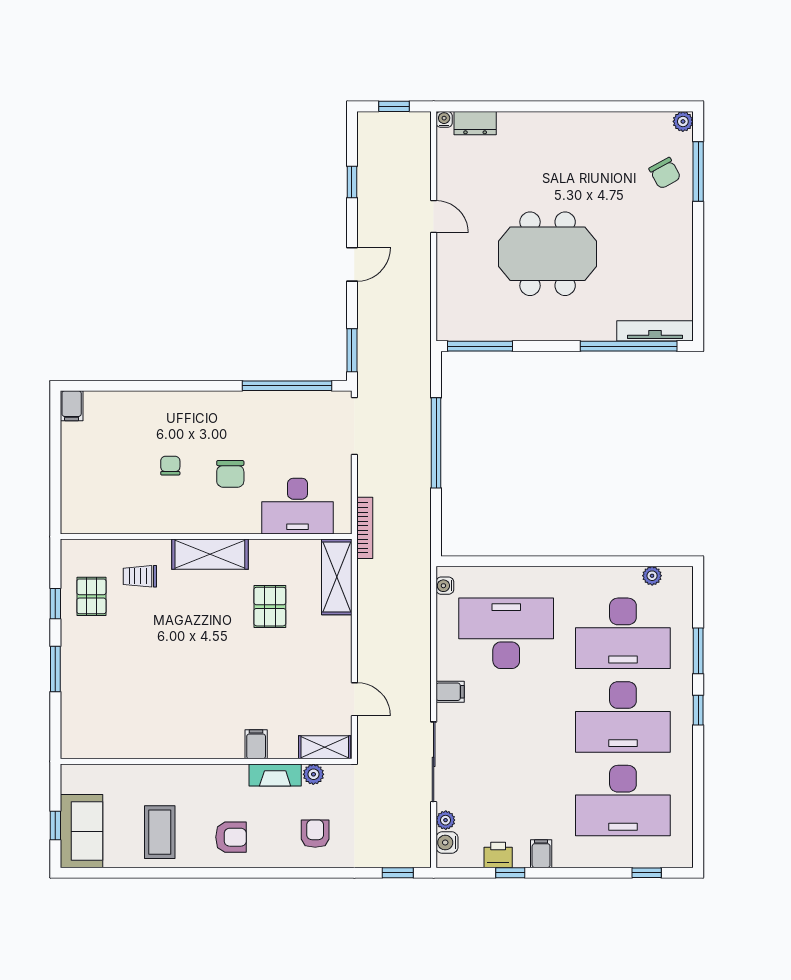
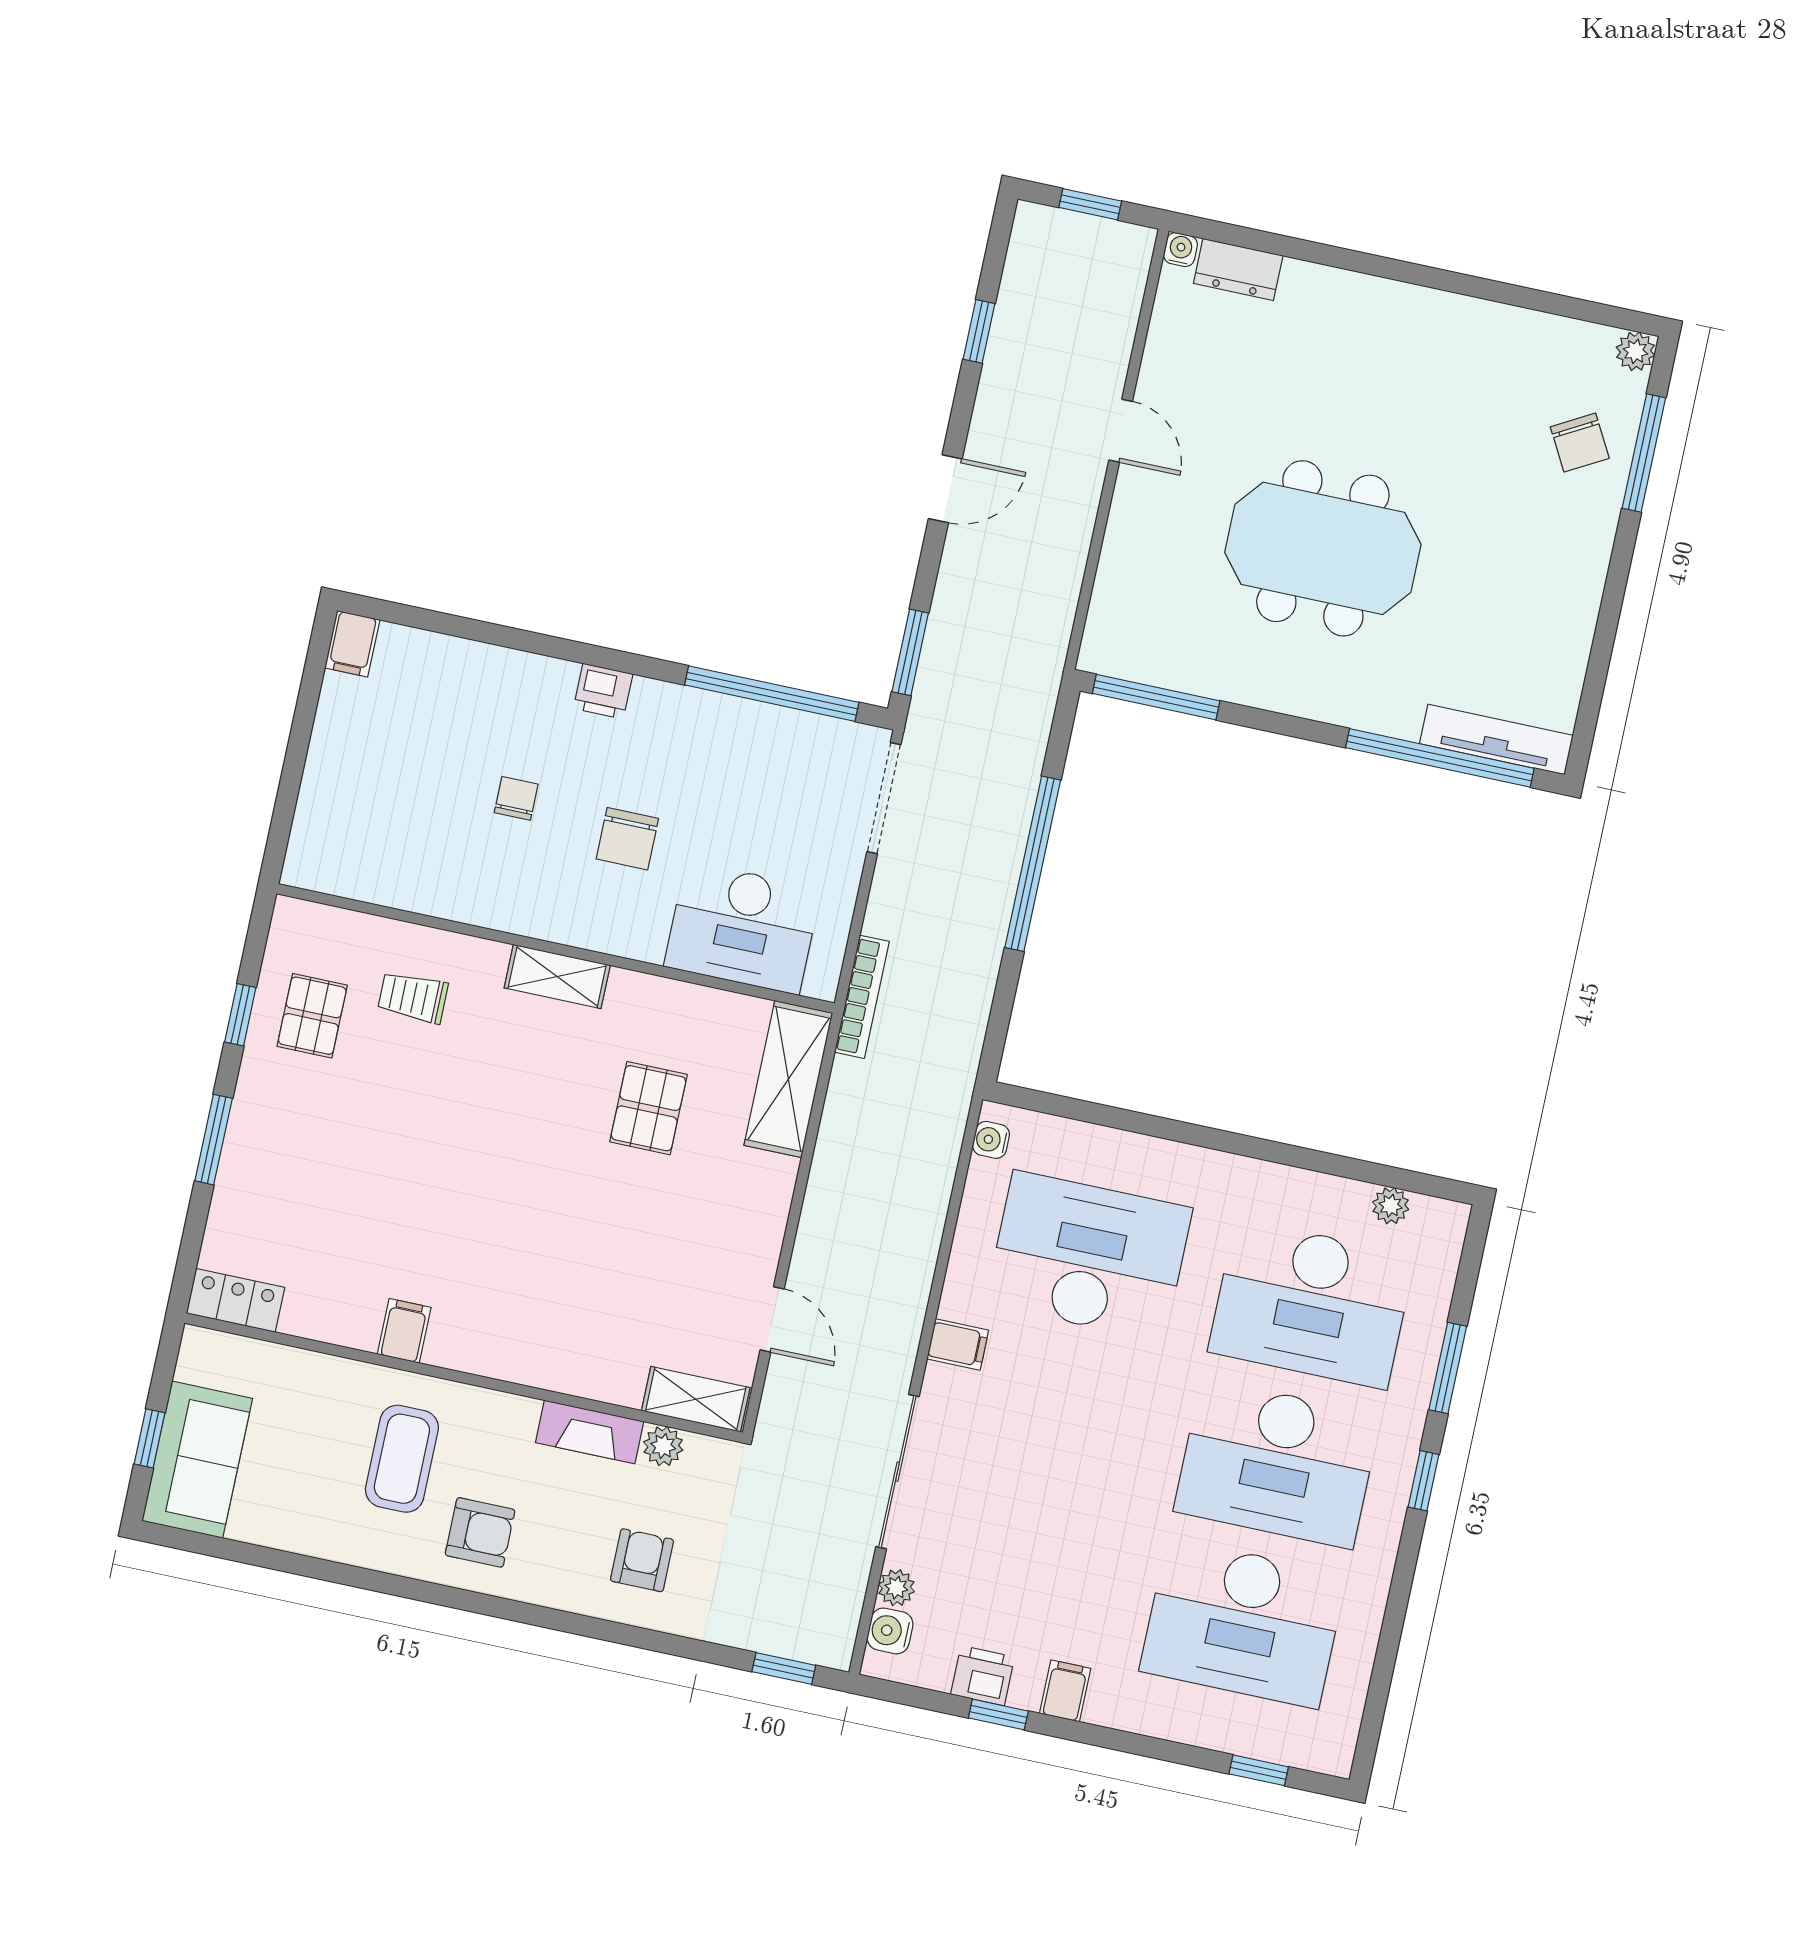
printer: (202, 403) -> (603, 691), added
shelving: (210, 554) -> (557, 976), width x0.67, depth x0.75
filing cabinet: (256, 744) -> (404, 1331), moved
locker: (84, 747) -> (236, 1300), added
coffee table: (160, 832) -> (402, 1459), moved

